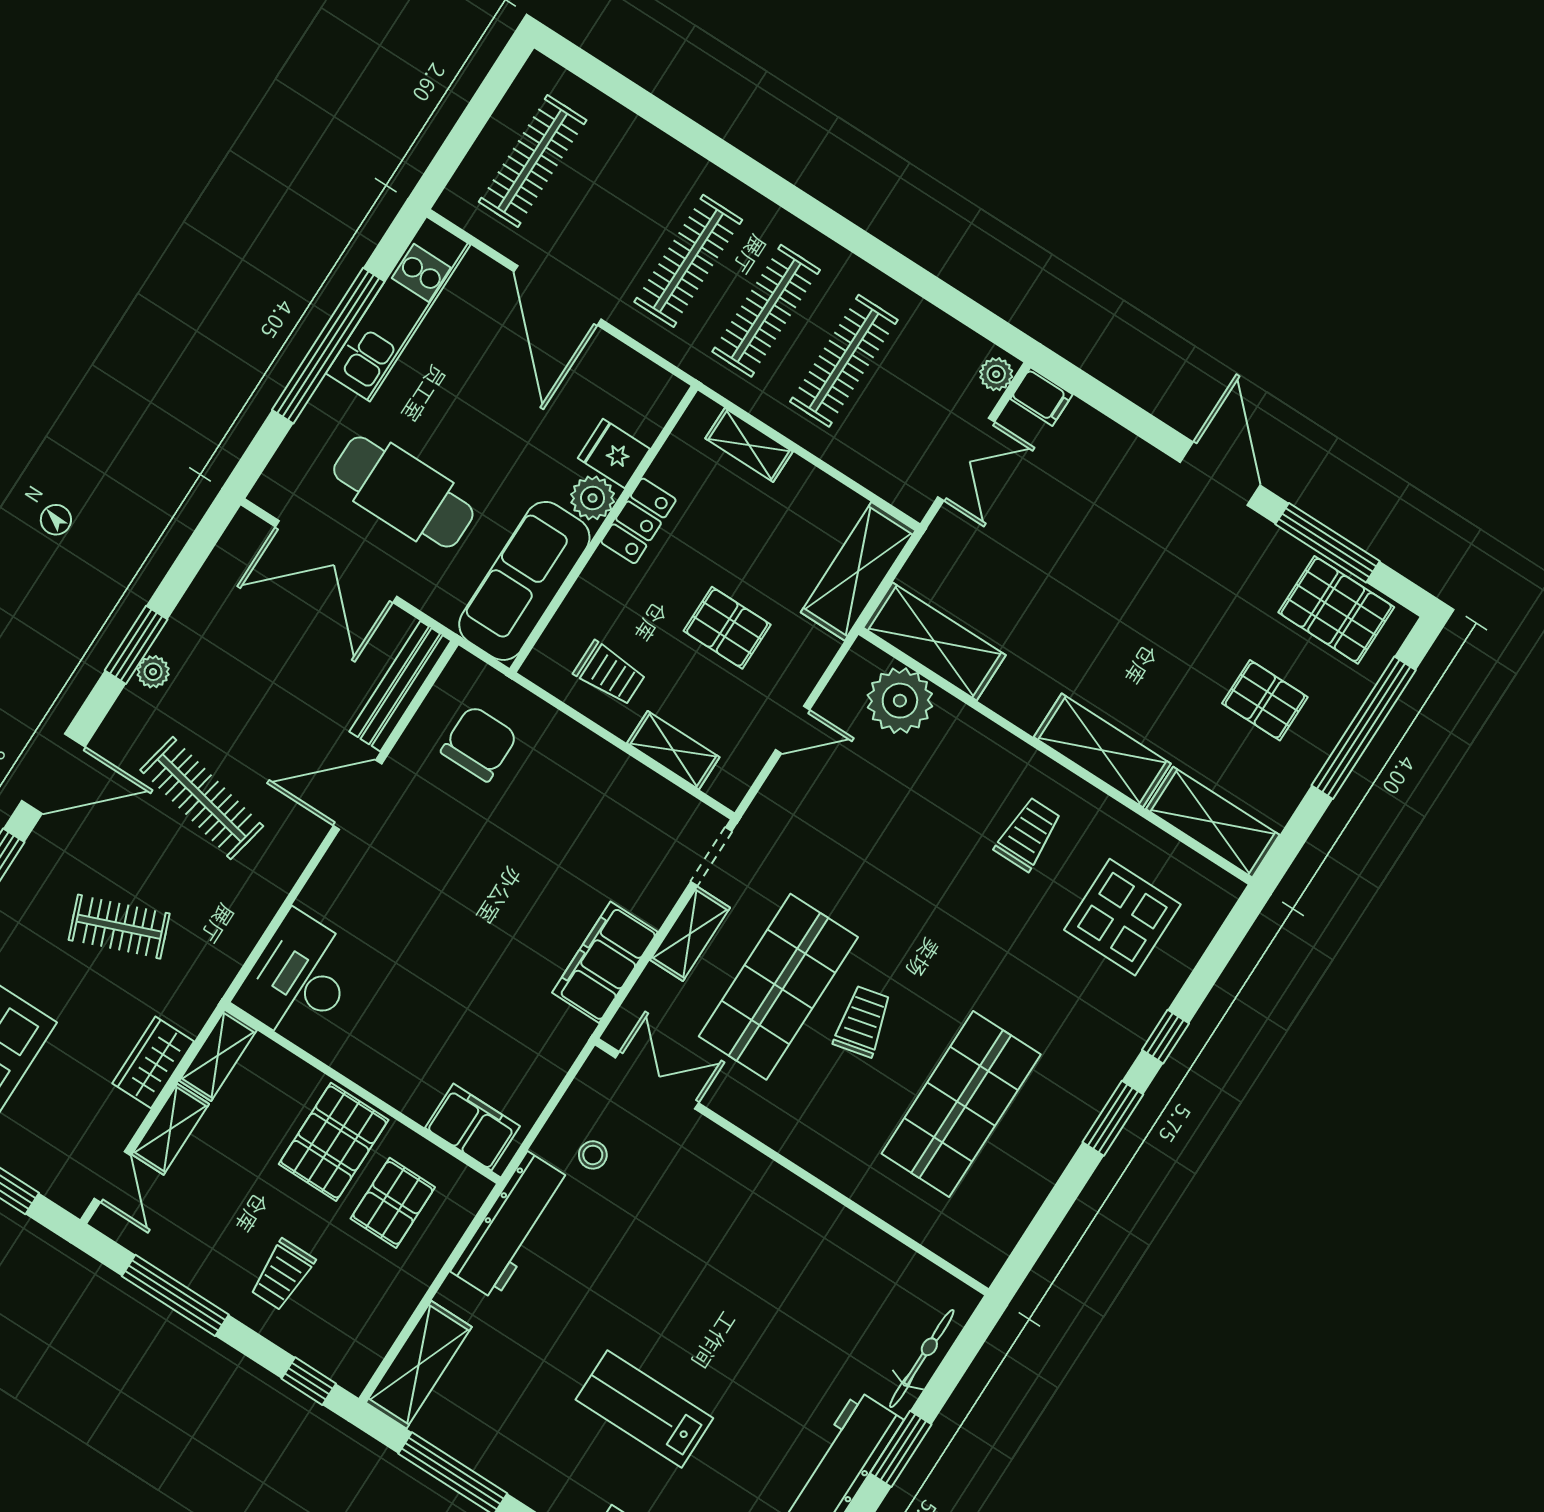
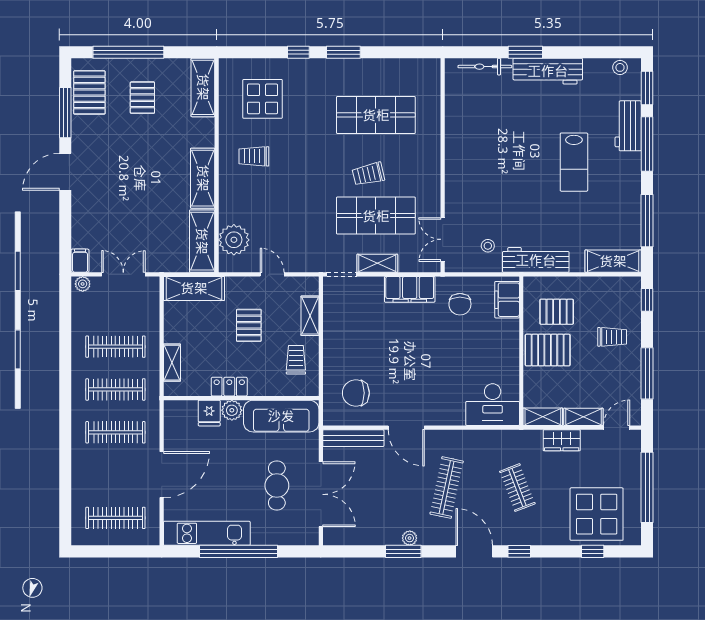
cafe table: (403, 492) -> (277, 485), width x0.73, depth x0.74
shelving: (1102, 750) -> (203, 178), moved
chair: (519, 1036) -> (460, 304), added

